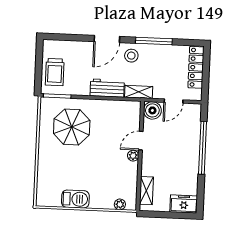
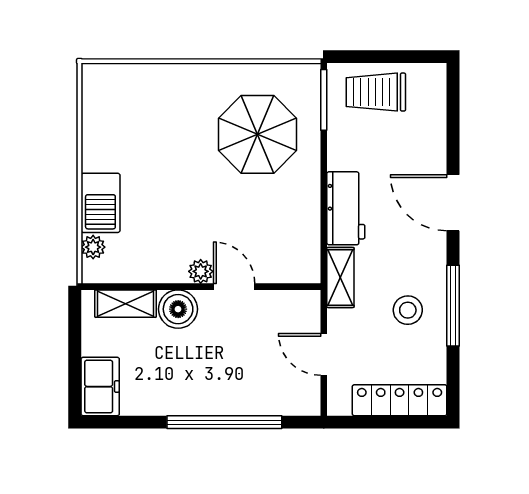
stool: (131, 56) -> (408, 310), moved
boiler: (152, 110) -> (178, 309), moved
barbecue: (75, 199) -> (100, 203), moved

